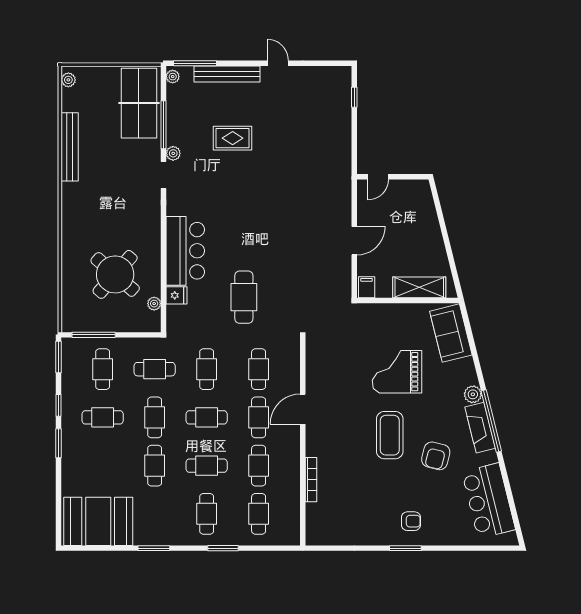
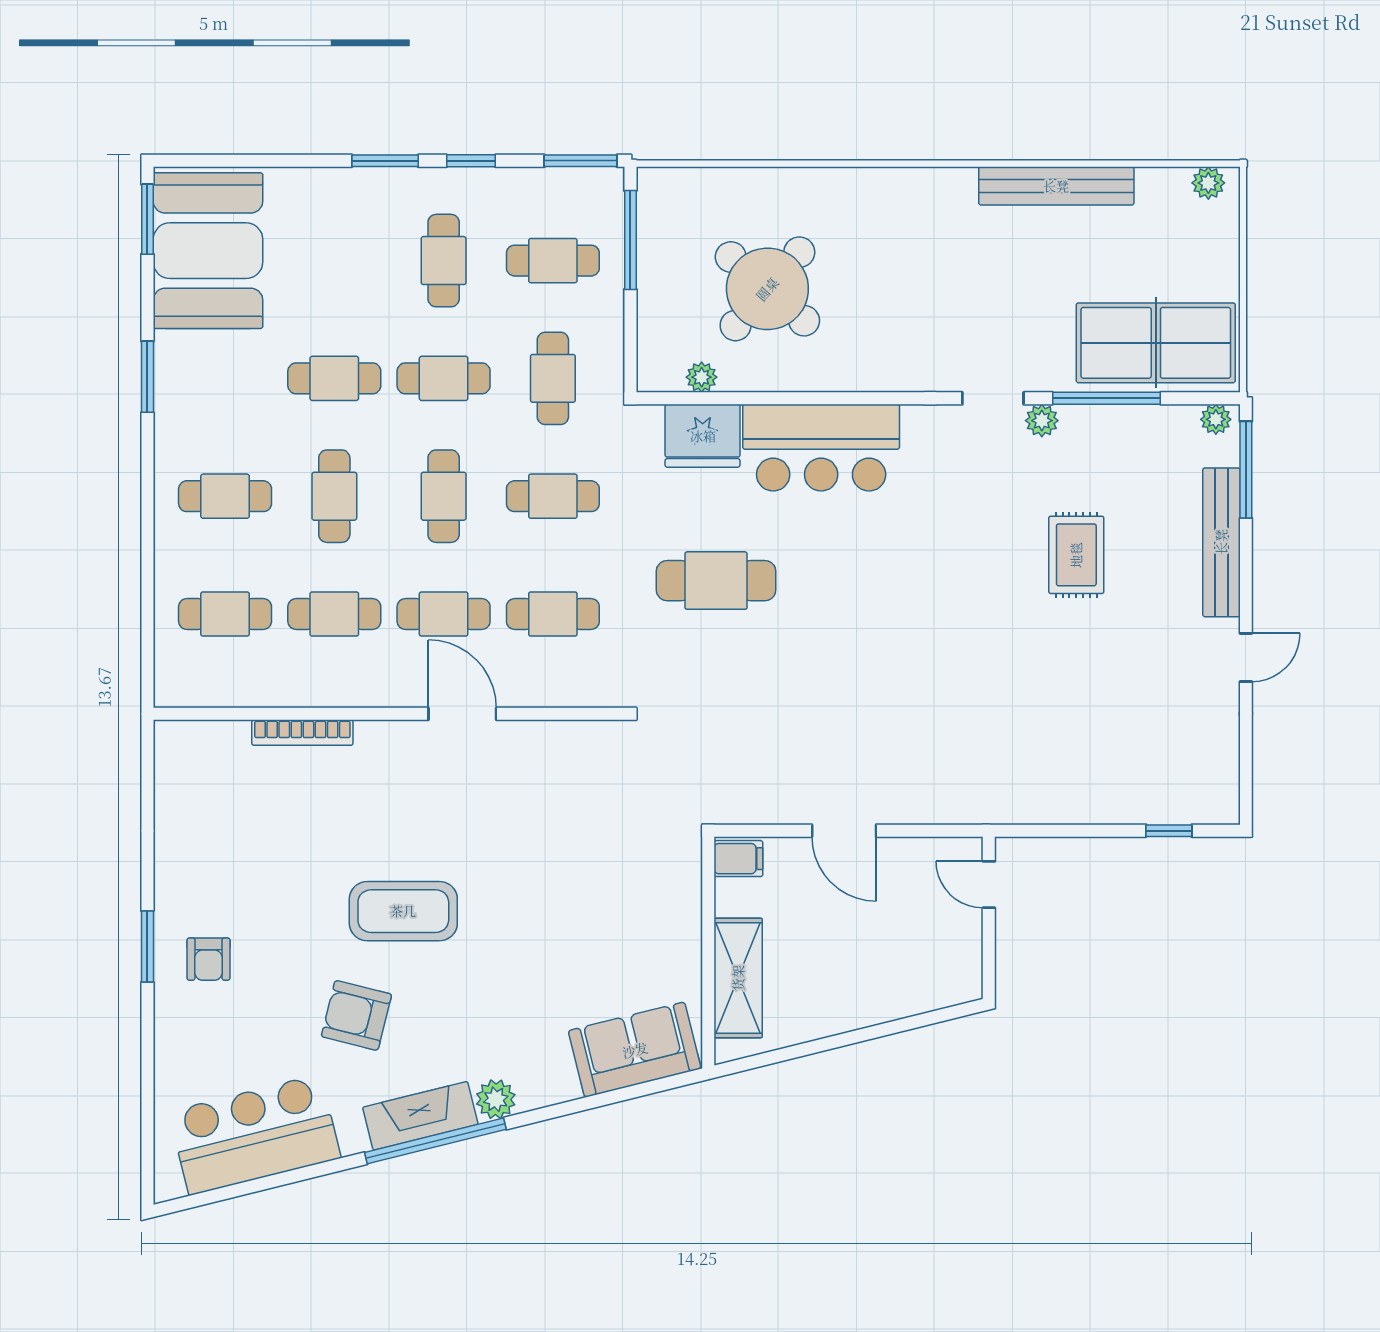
fridge: (176, 295) -> (703, 436), width x1.88, depth x1.34
grand piano: (397, 372) -> (547, 928), removed
window: (223, 548) -> (147, 219), moved

